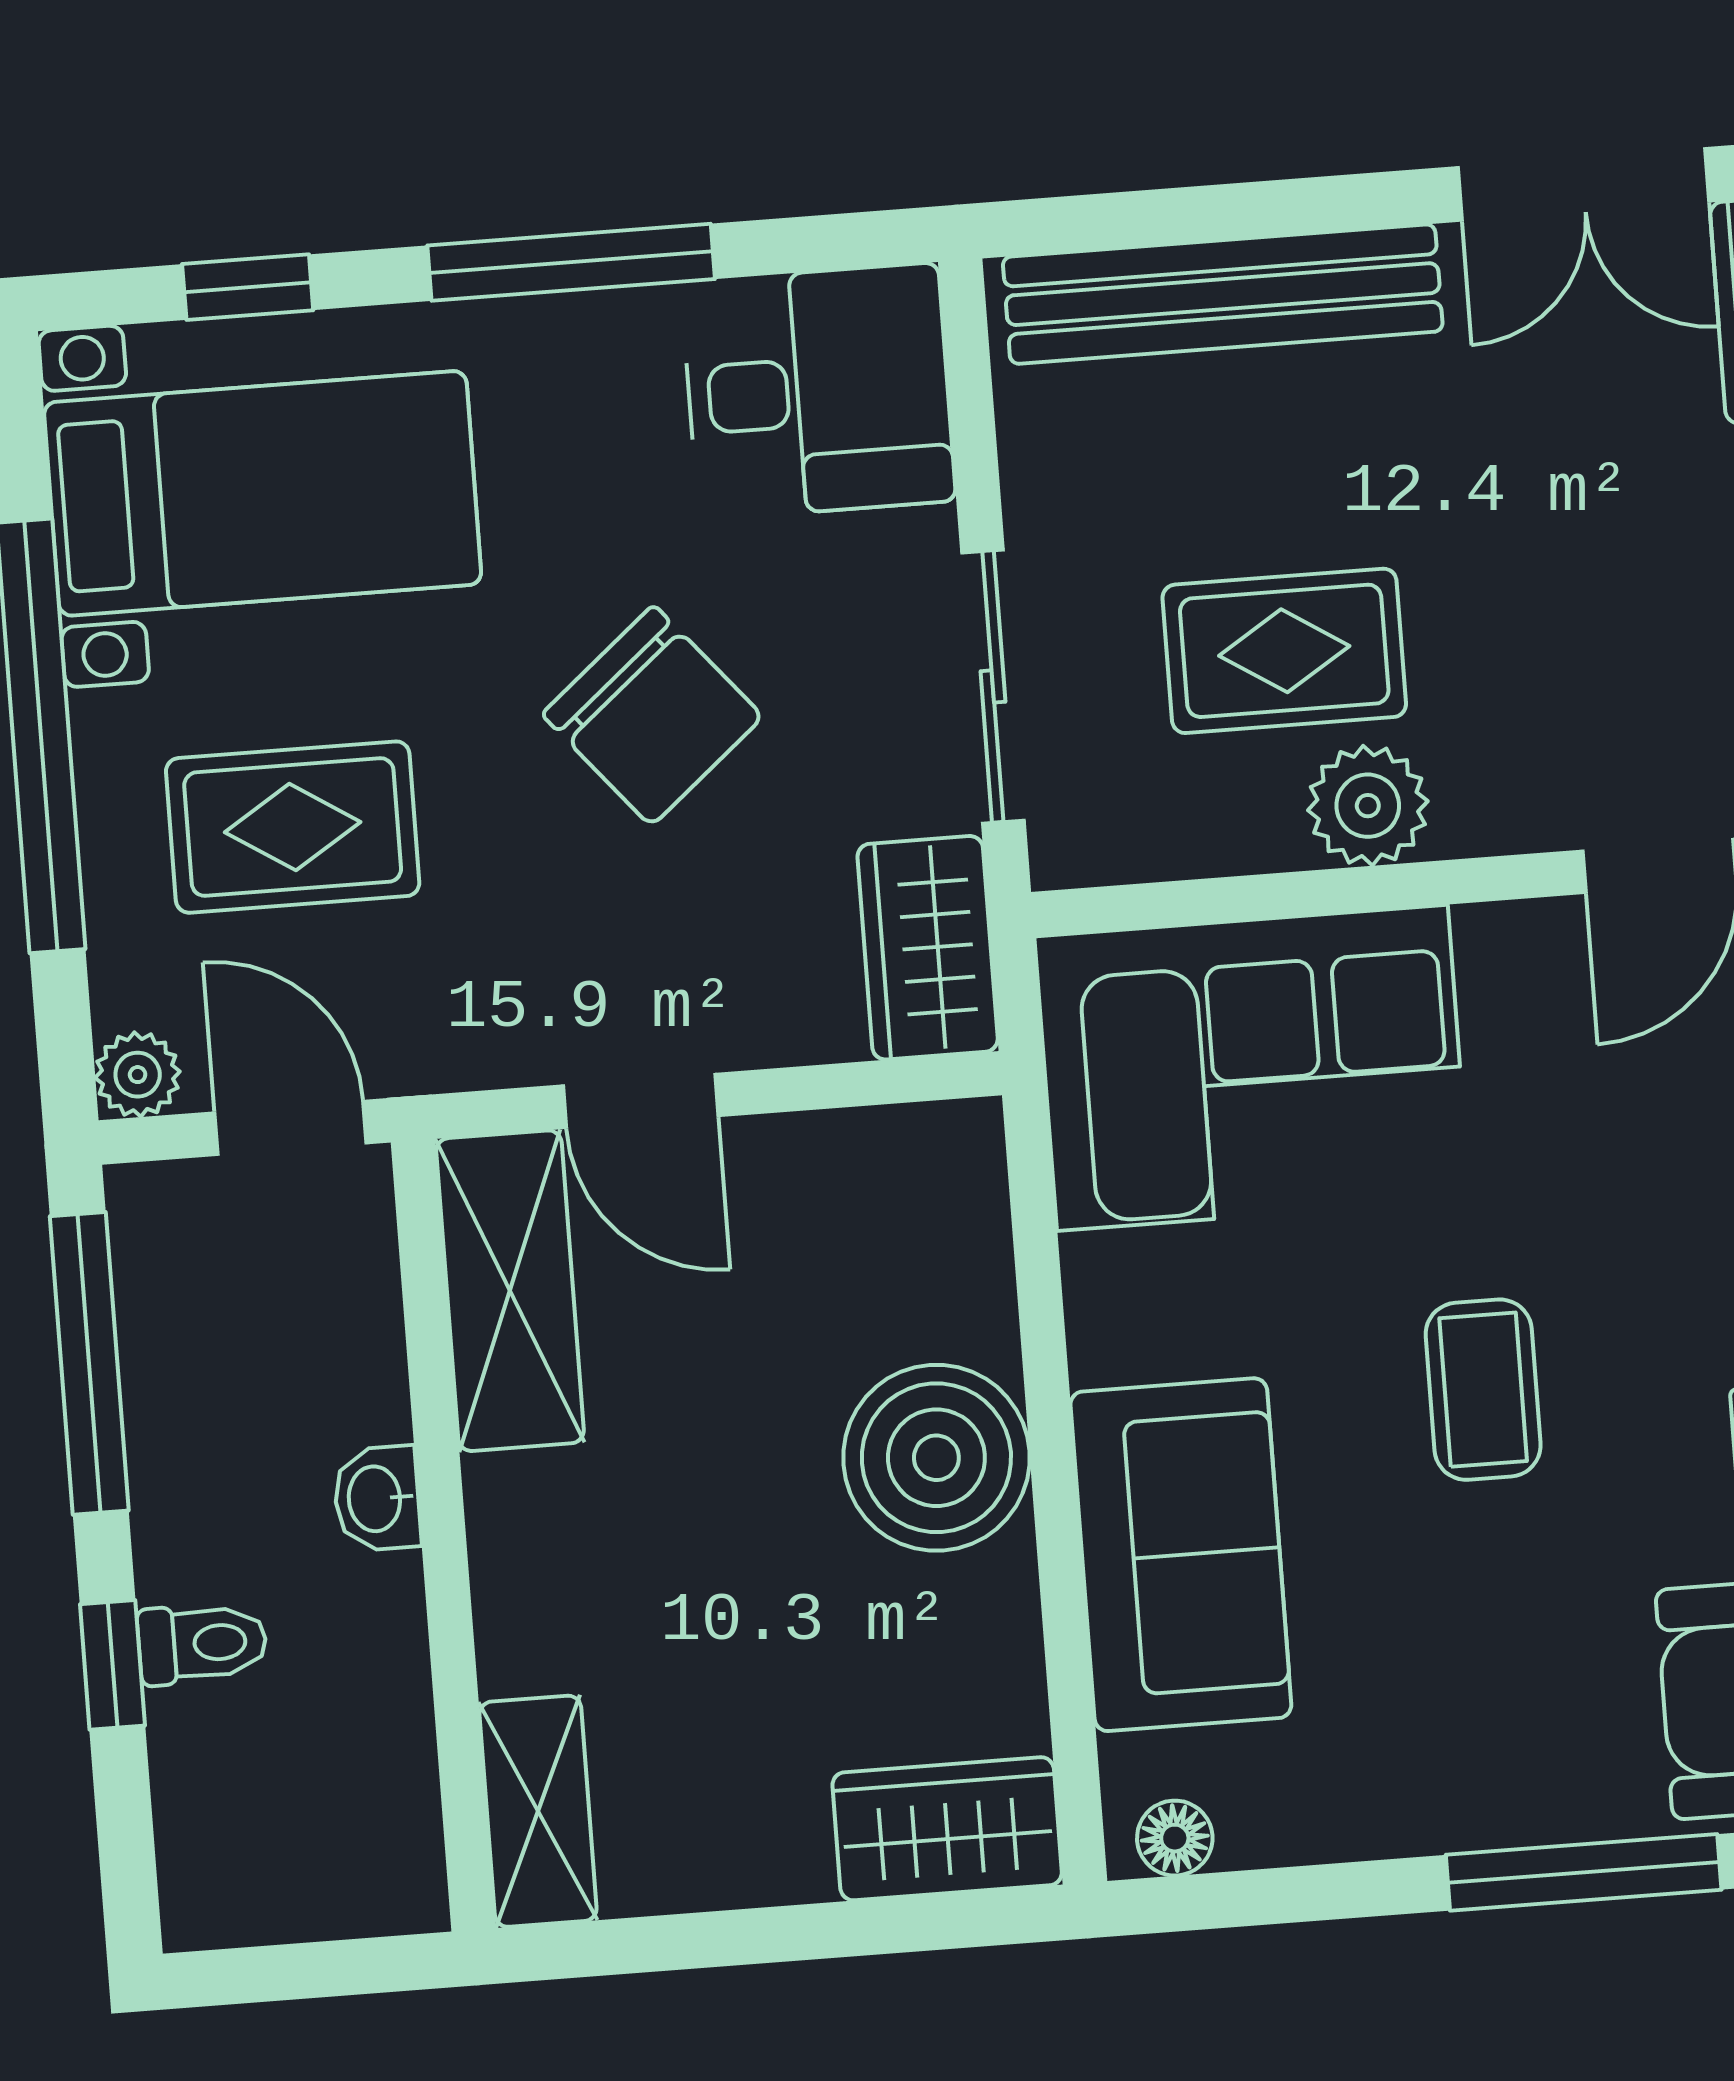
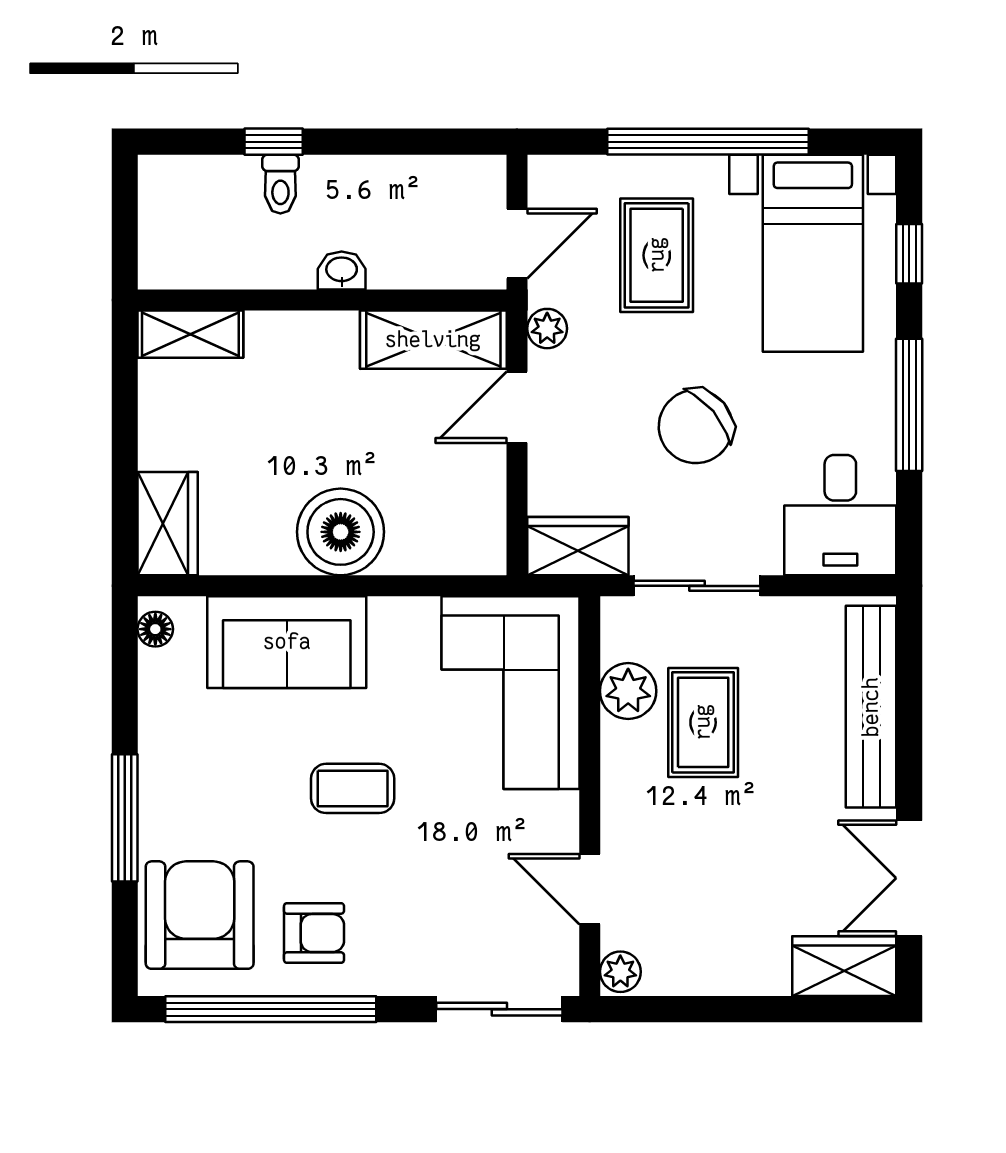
plant: (1368, 806) -> (628, 691), moved
plant: (138, 1075) -> (547, 329), moved
window: (89, 1363) -> (415, 142), removed

